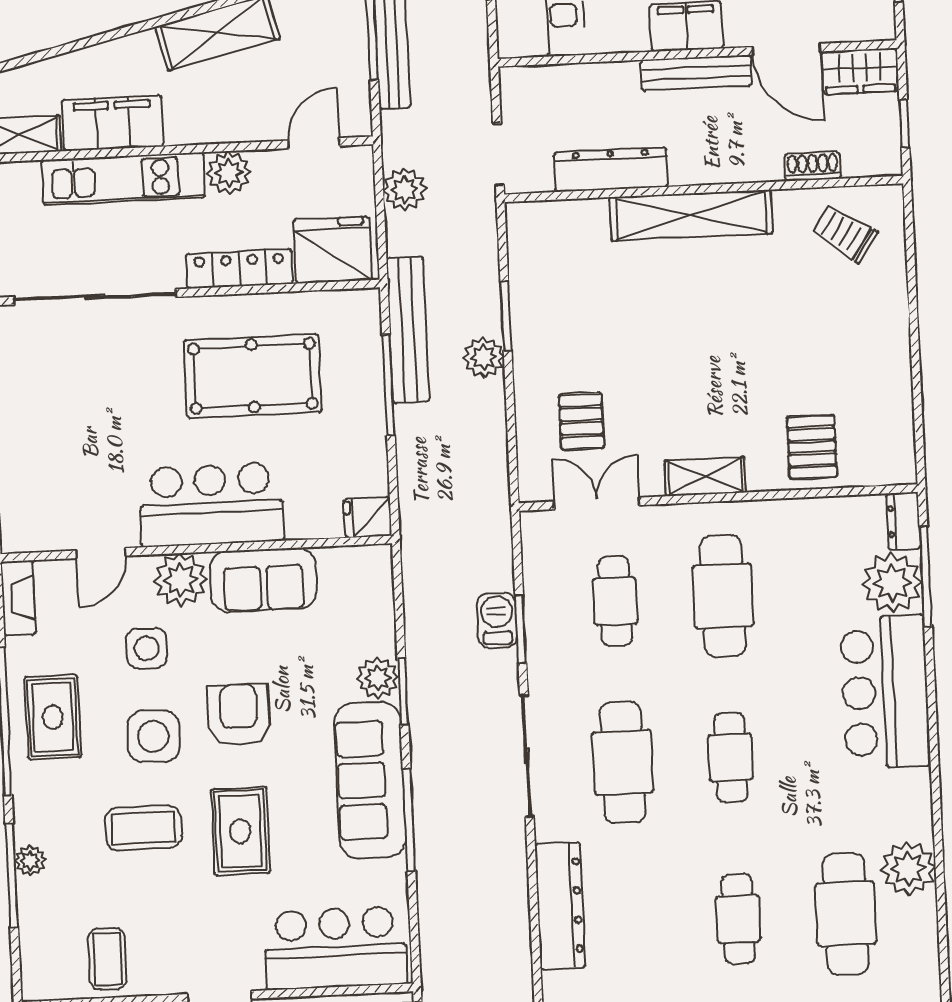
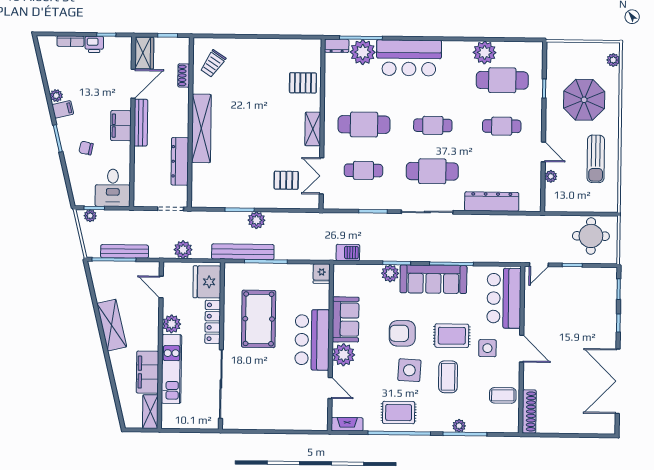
barbecue: (497, 620) -> (348, 252), moved, turned 180
side table: (147, 648) -> (487, 348), moved

